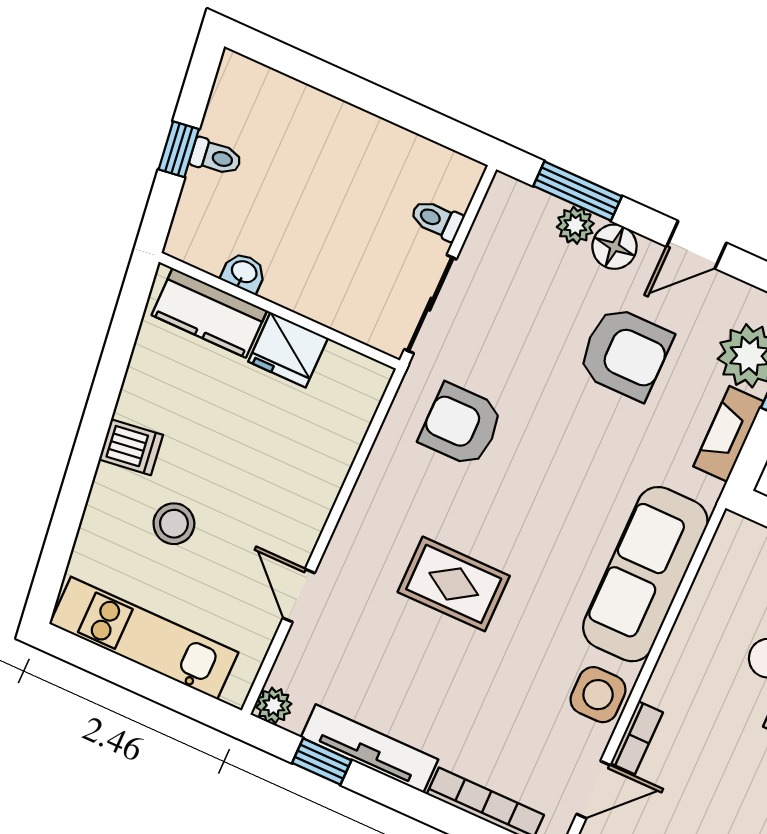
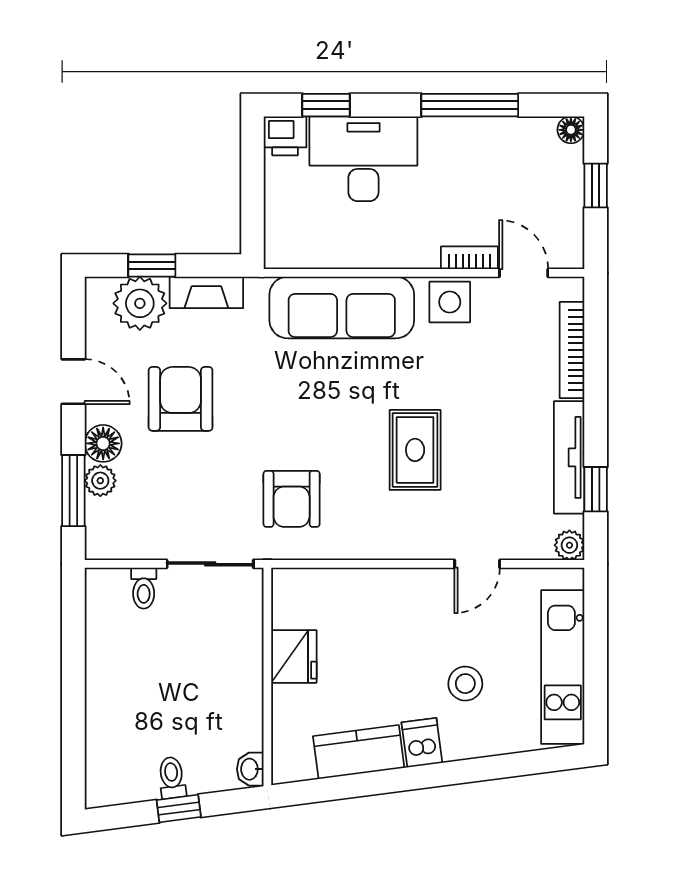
washbasin: (244, 273) -> (250, 769), moved
kitchen counter: (209, 313) -> (359, 752), moved, turned -97

